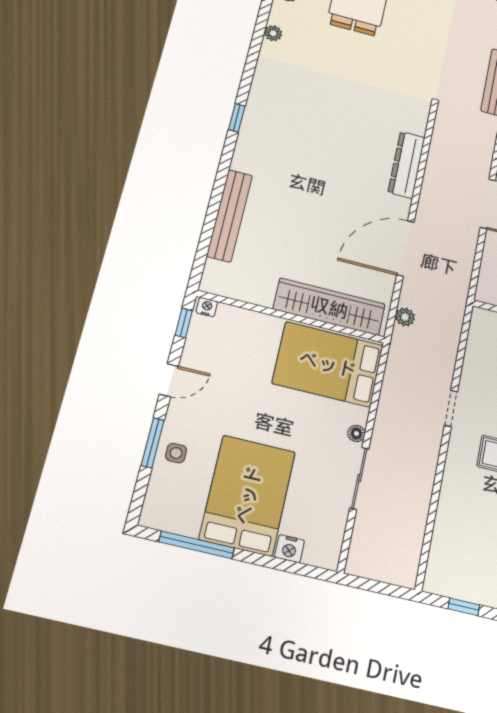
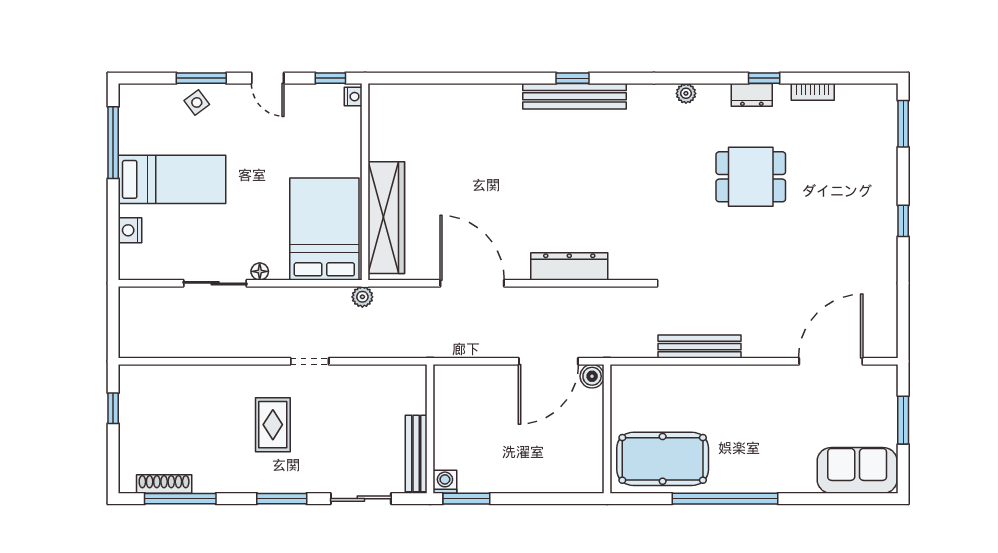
bench: (230, 216) -> (574, 96), moved
plant: (405, 317) -> (362, 297), moved
side table: (176, 453) -> (197, 102), turned -37
bed: (248, 495) -> (172, 179), width x0.67

